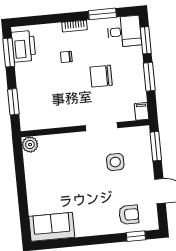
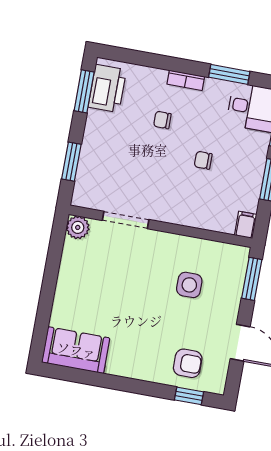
chair: (101, 76) -> (203, 160), width x0.54, depth x0.54
doorway: (102, 127) -> (126, 220), moved

